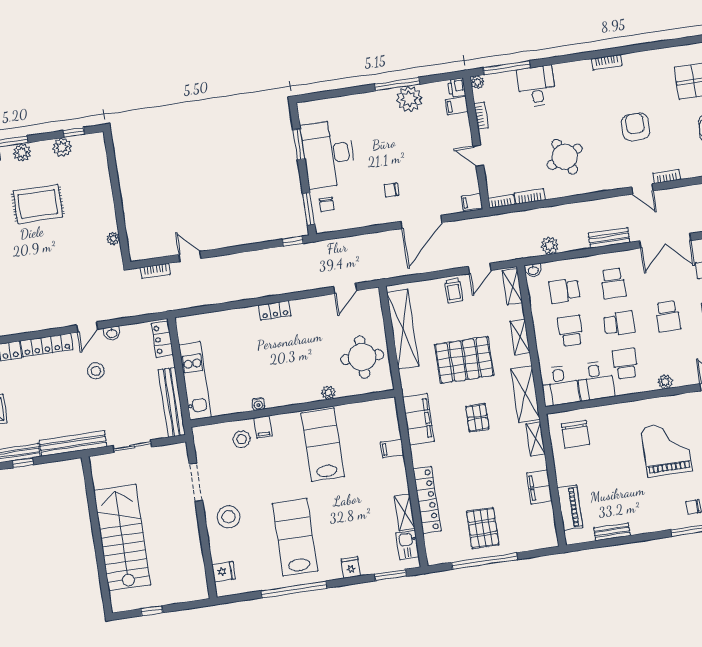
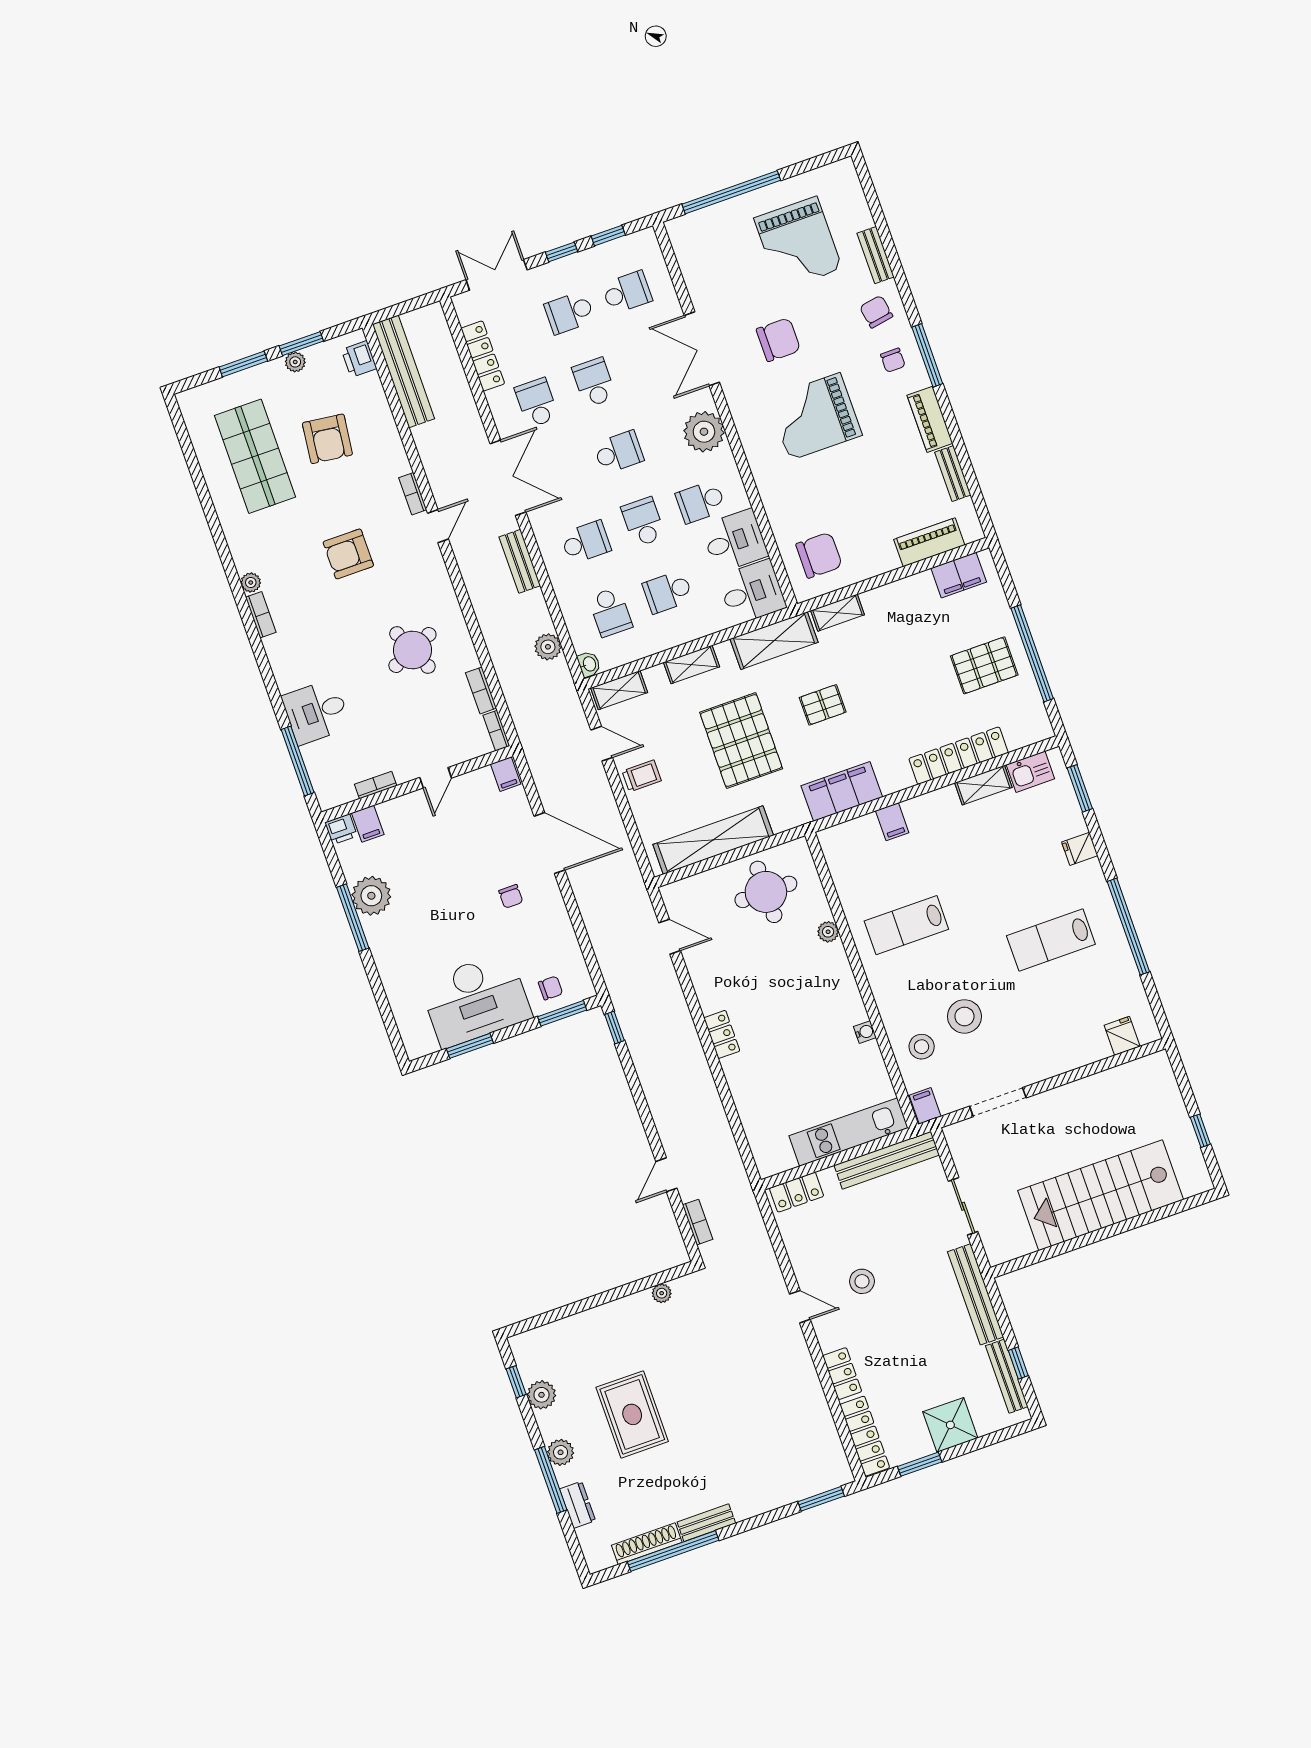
plant: (477, 82) -> (251, 582), moved
washbasin: (112, 333) -> (802, 1268), removed
locker: (47, 345) -> (842, 1374), width x0.66
plant: (665, 382) -> (704, 432), width x1.88, depth x1.88
filing cabinet: (263, 427) -> (925, 1106), moved, turned -90
lab bench: (323, 445) -> (906, 925), width x0.73, depth x0.72
filing cabinet: (540, 487) -> (959, 575), moved
stool: (229, 517) -> (964, 1016), moved
piano: (650, 524) -> (930, 419), added
lab bench: (295, 537) -> (1051, 940), width x0.73, depth x0.72

